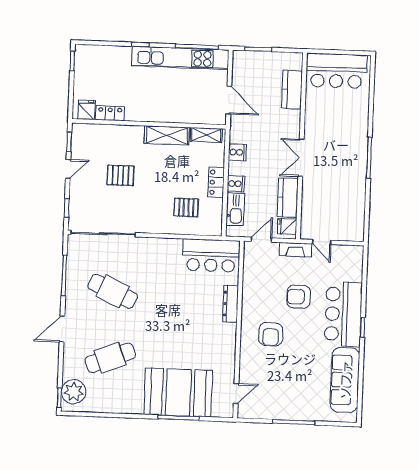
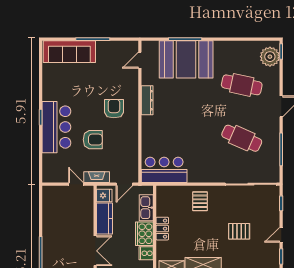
cooker: (236, 184) -> (144, 234), width x1.87, depth x1.31
pallet: (186, 208) -> (200, 201), moved, turned 90
dresser: (231, 304) -> (147, 100), moved
cafe table: (110, 358) -> (242, 85), turned 33
sofa: (345, 380) -> (69, 52), moved, turned 90

